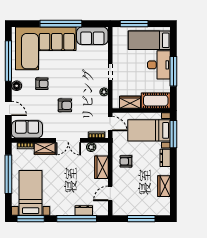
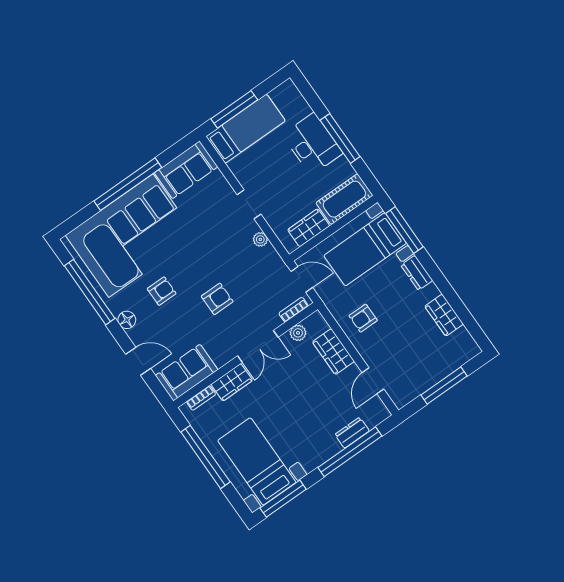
bed: (149, 40) -> (246, 129), moved, turned 180

